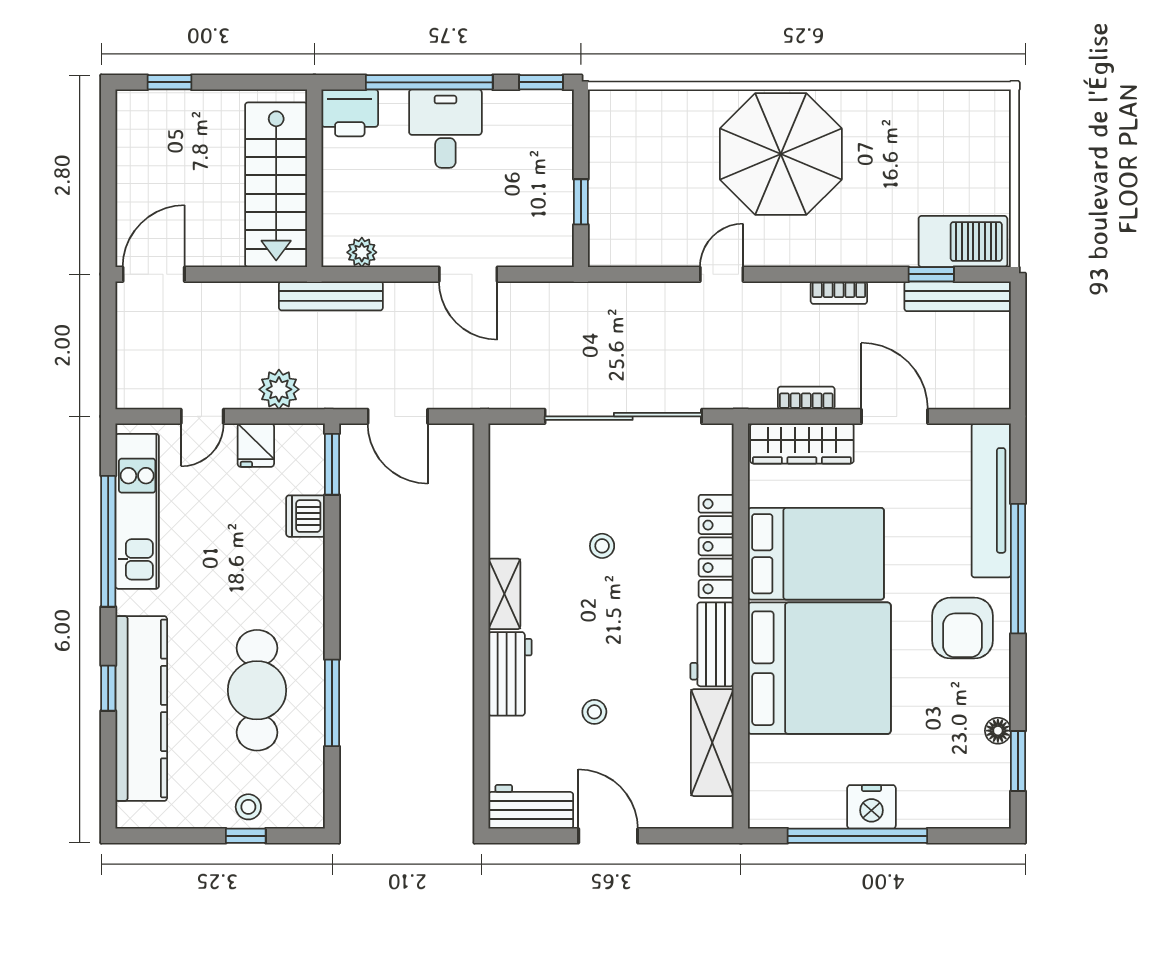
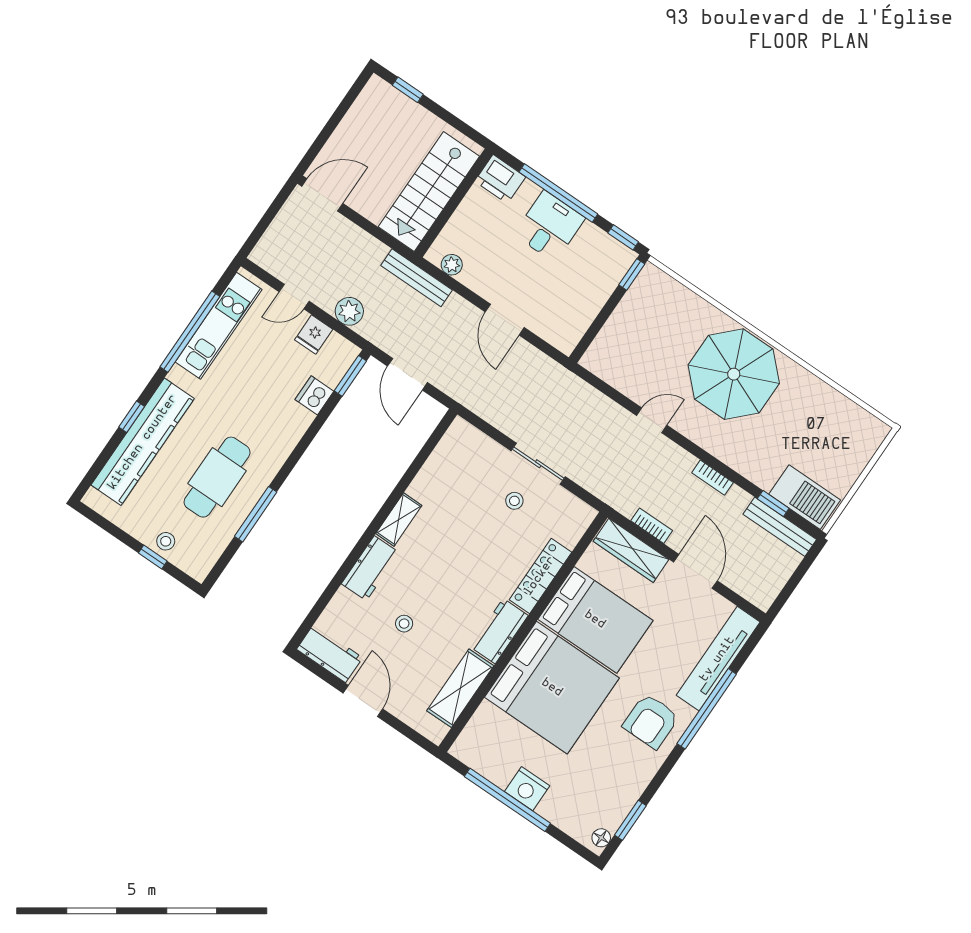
window: (581, 202) -> (632, 274), moved
sliding door: (623, 416) -> (538, 464), width x0.54
stool: (602, 546) -> (514, 501), moved
floor lamp: (998, 731) -> (601, 838), moved

